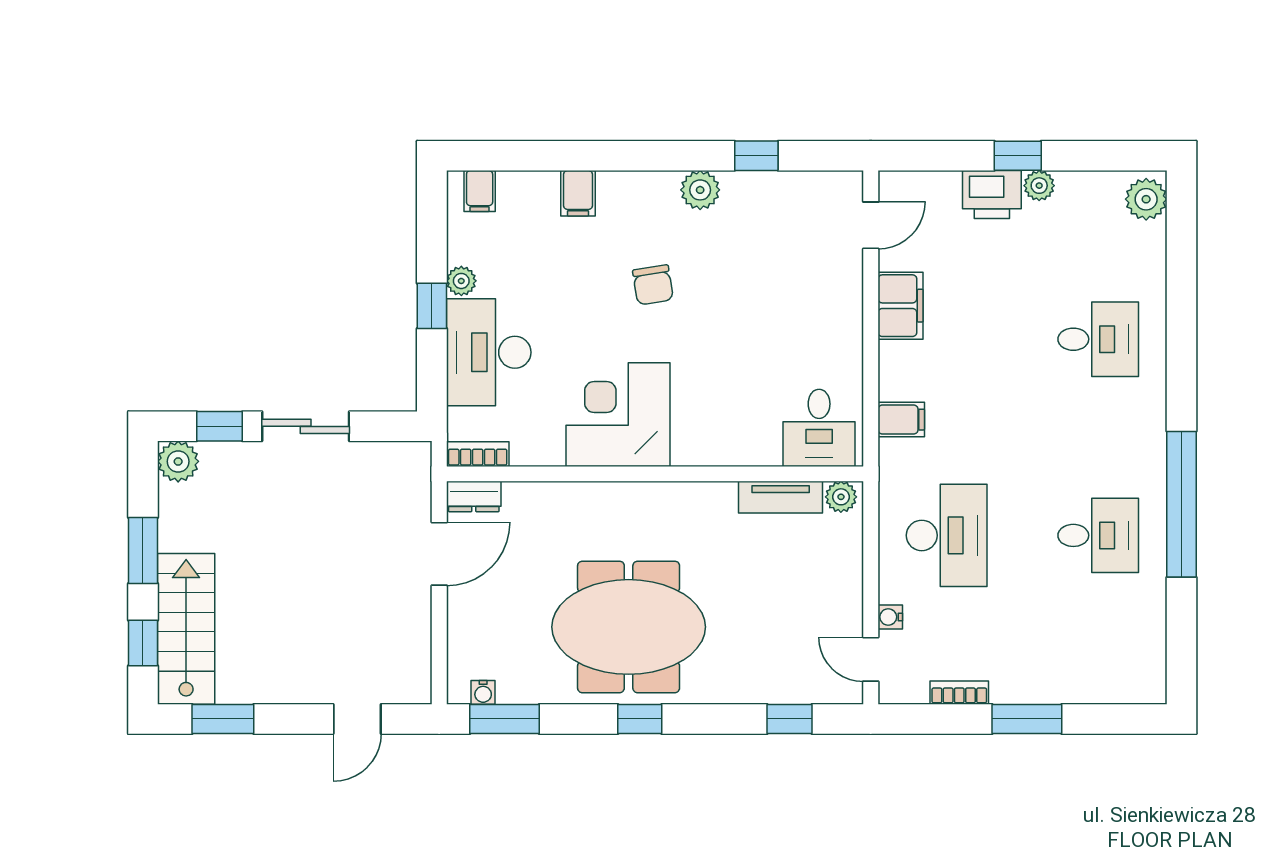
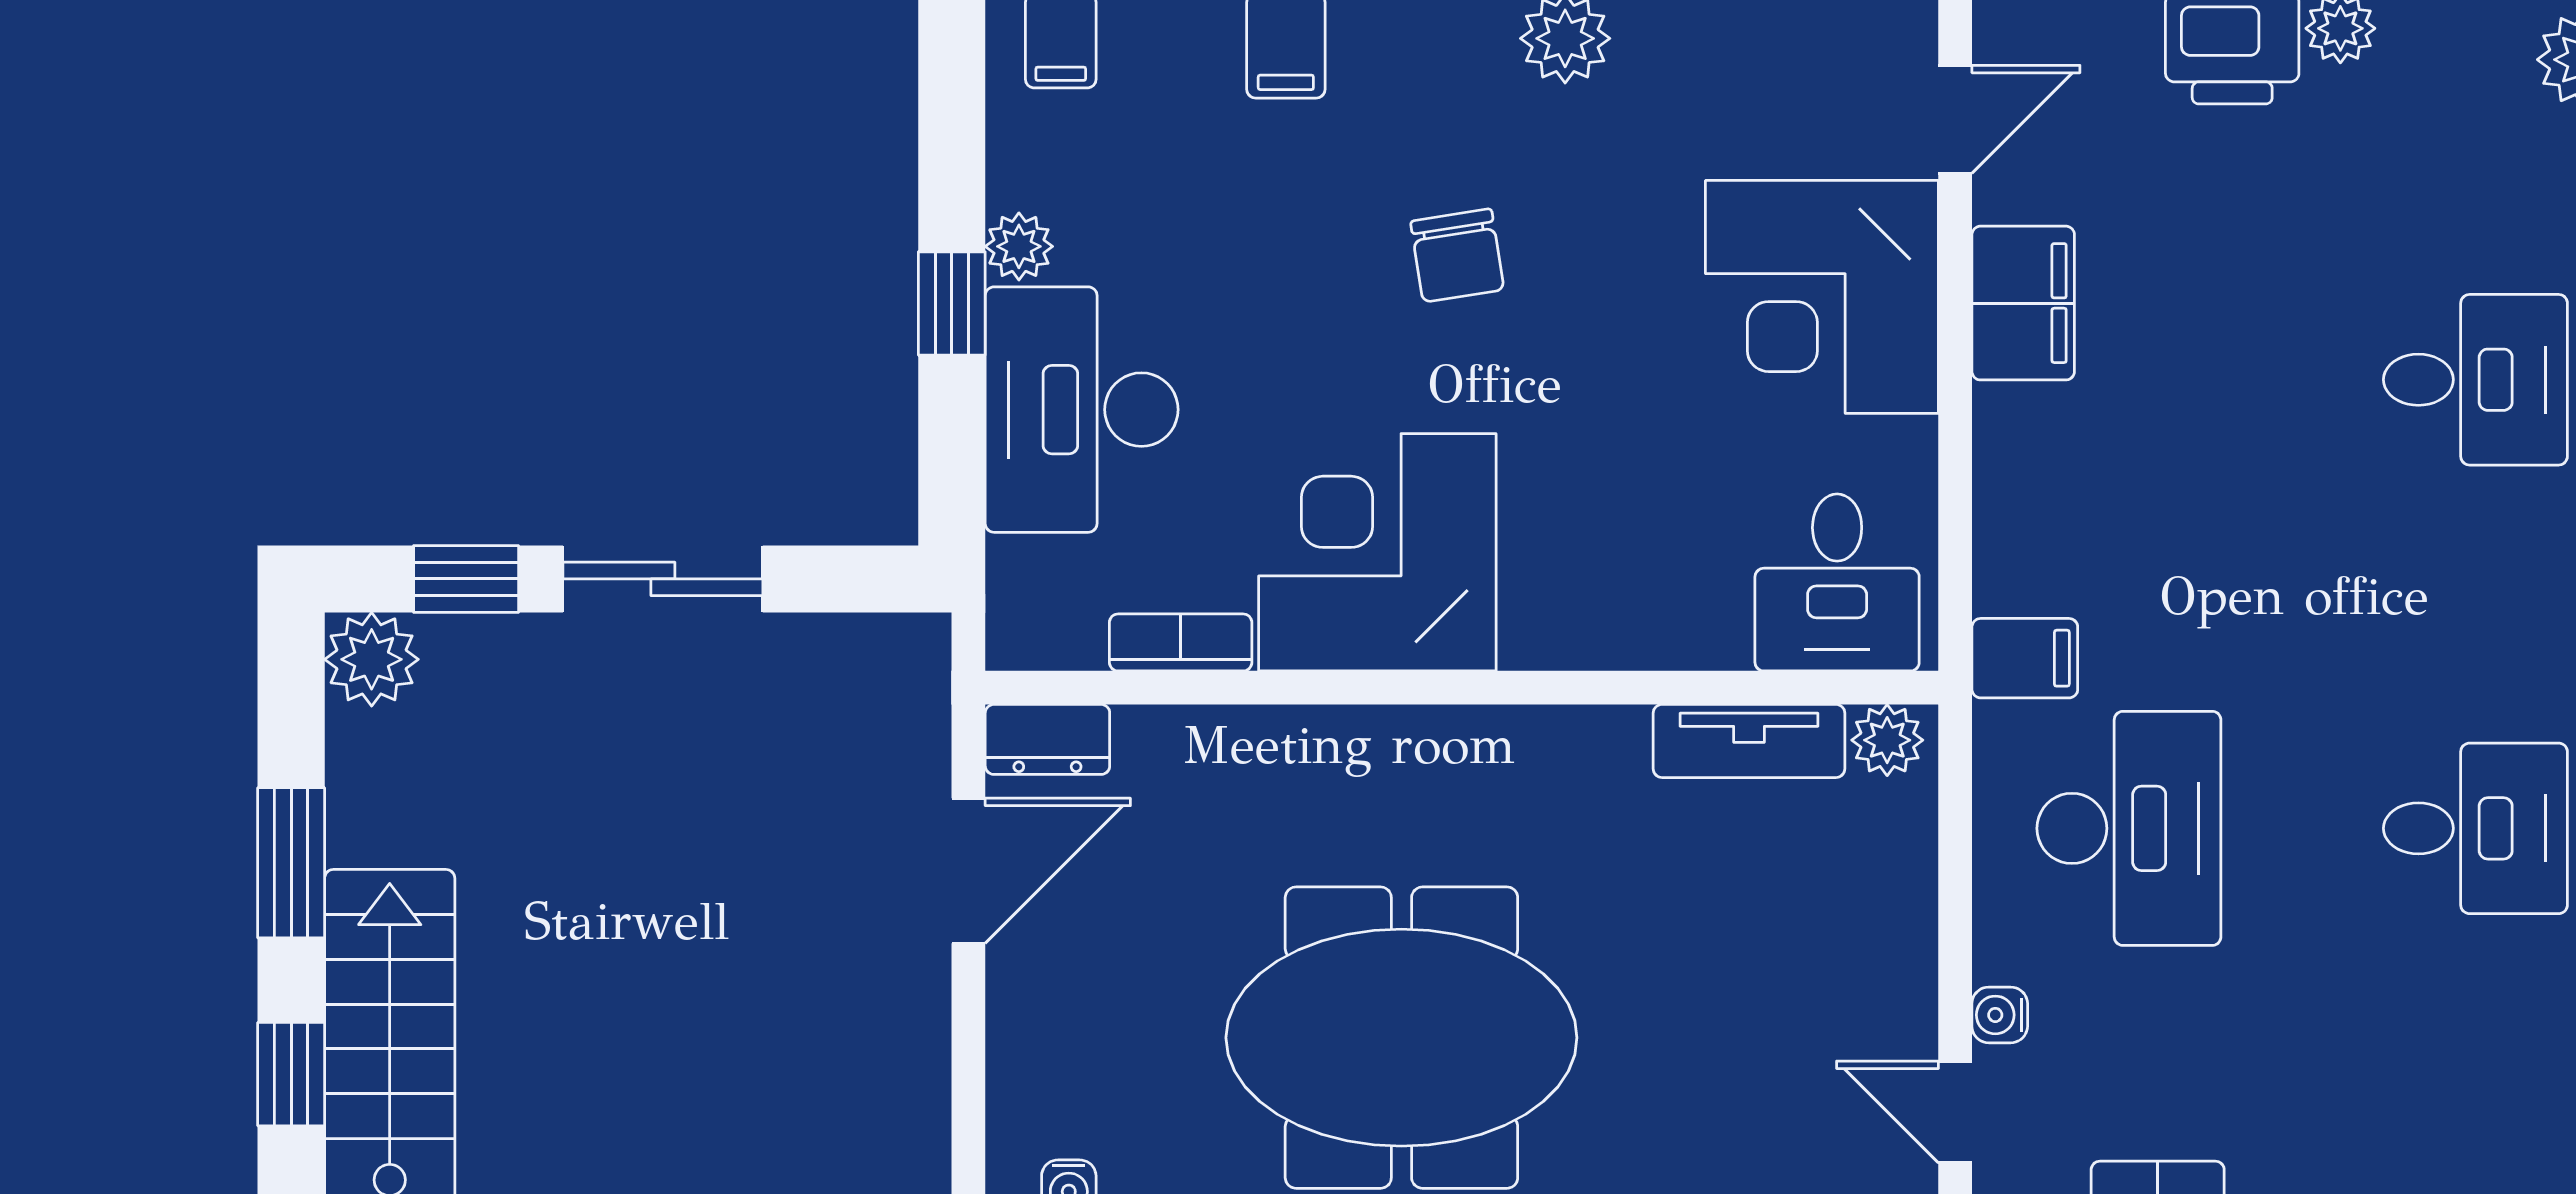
corner desk: (812, 303) -> (1822, 297), added
filing cabinet: (901, 420) -> (2025, 658), moved
bookcase: (478, 454) -> (1181, 642), moved

